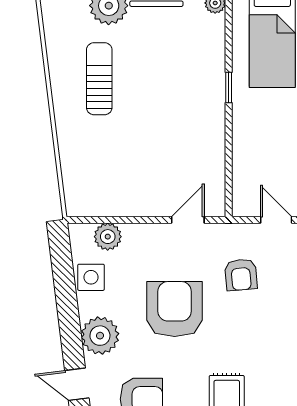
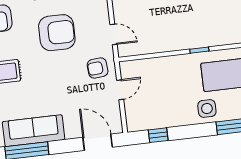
armchair: (241, 275) -> (98, 68), moved

